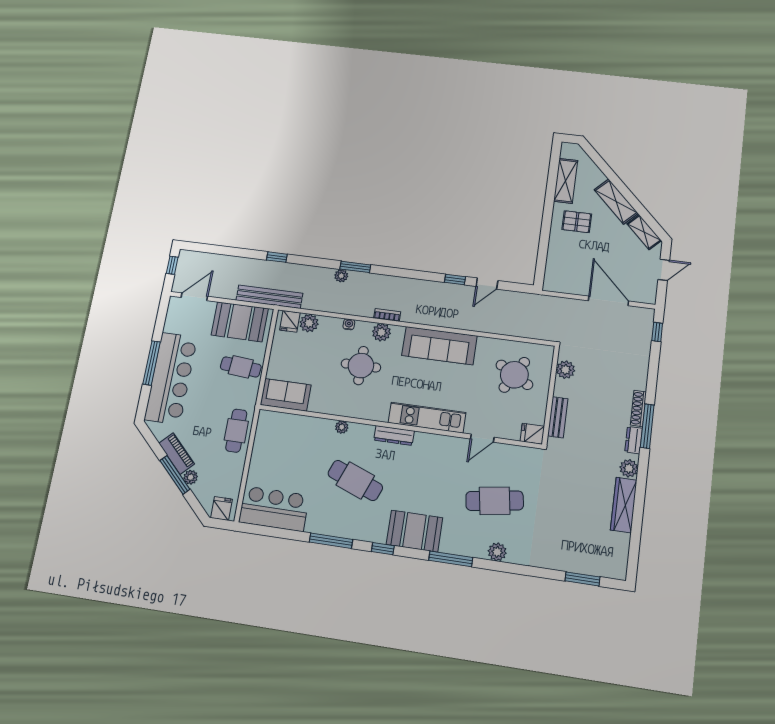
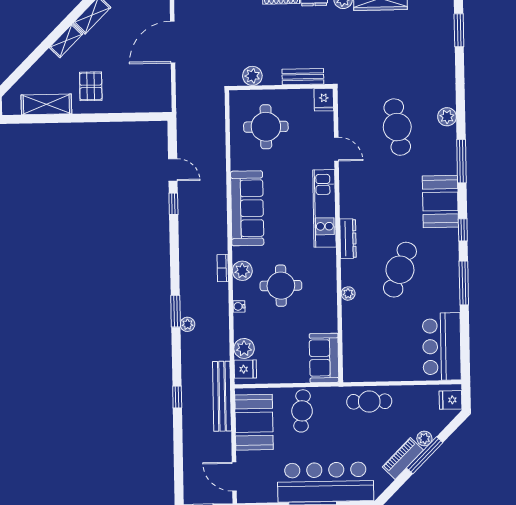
shelving: (616, 201) -> (66, 41), width x0.67, depth x0.75
round table: (514, 375) -> (266, 127), turned -30

